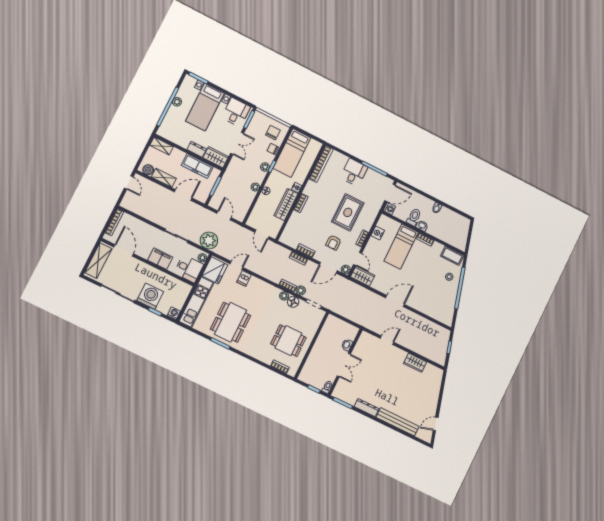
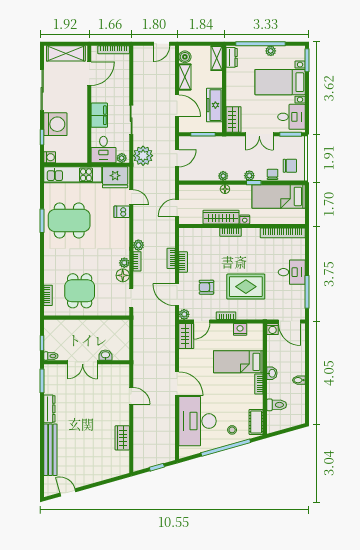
dresser: (197, 149) -> (232, 57), moved
toilet: (414, 217) -> (277, 405), moved
plant: (301, 291) -> (138, 245), moved
desk: (430, 299) -> (198, 421), added

